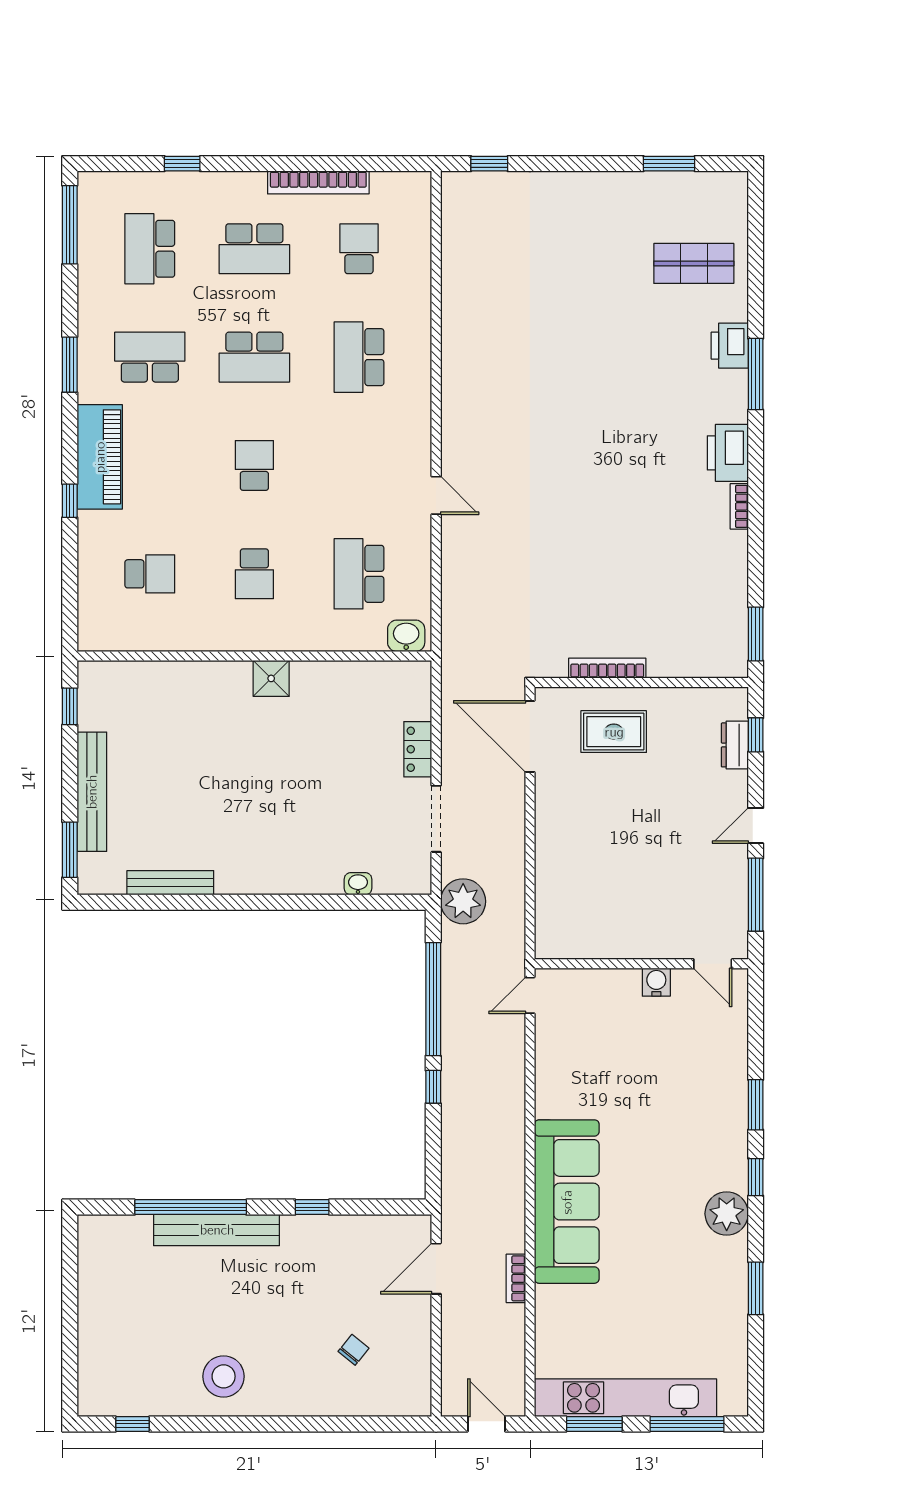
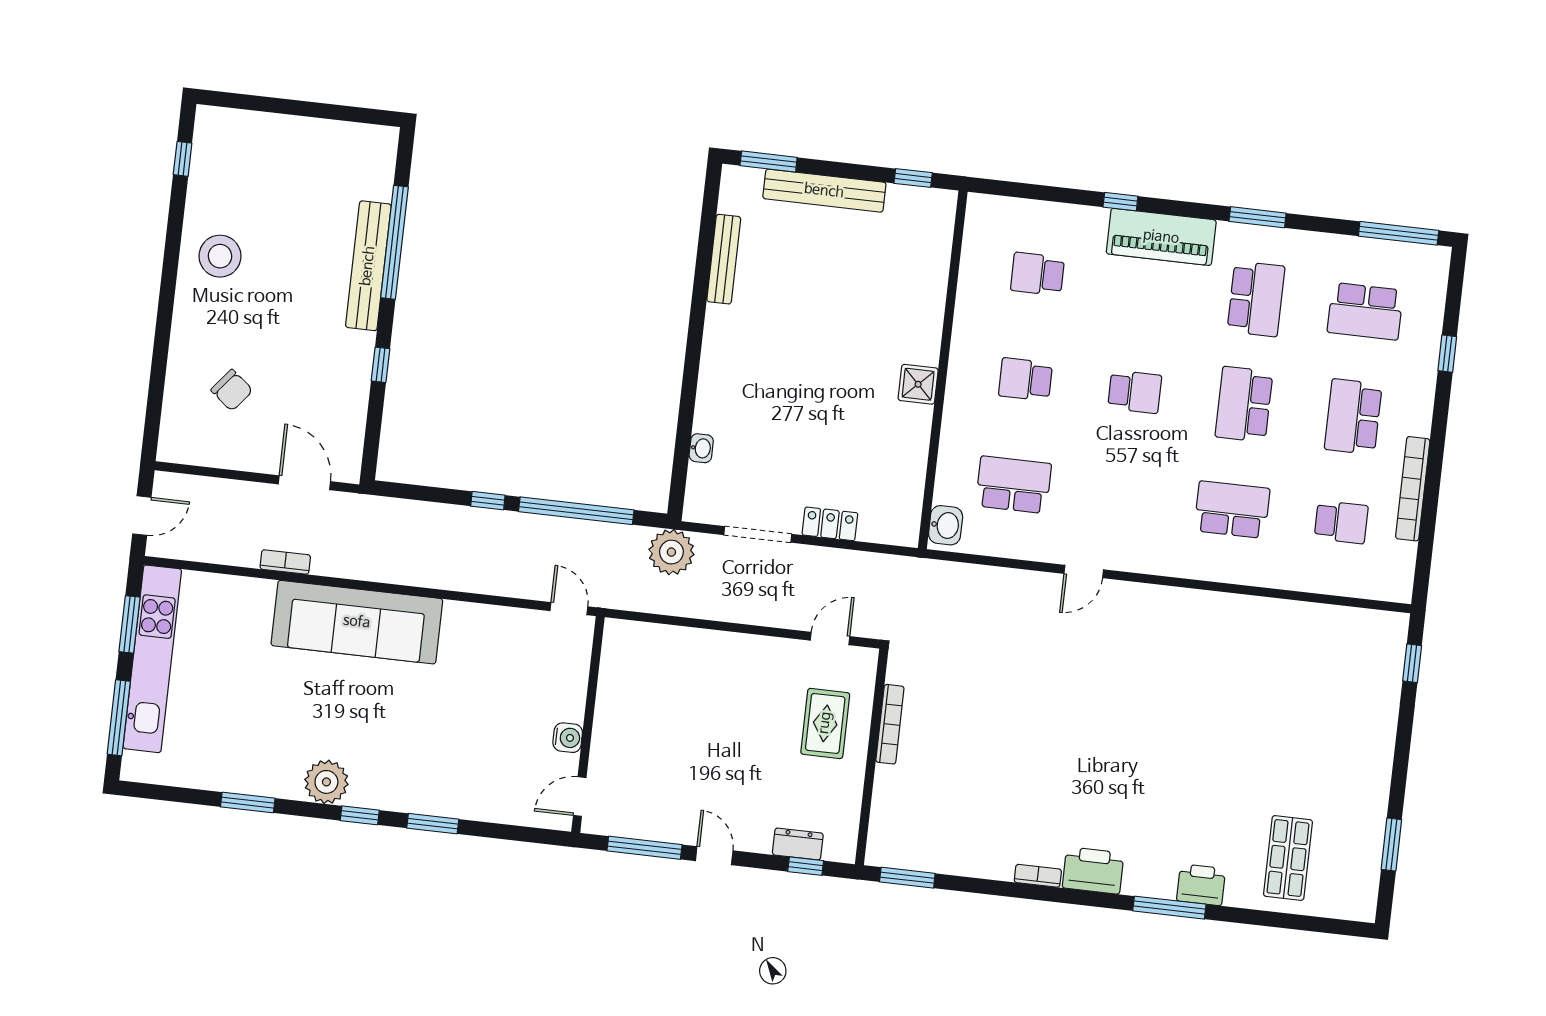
school desk: (150, 249) -> (1365, 311), turned 180
school desk: (150, 574) -> (1038, 274), turned 90
door: (530, 736) -> (830, 638), width x0.53
chair: (354, 1350) -> (232, 390), width x1.37, depth x1.37

